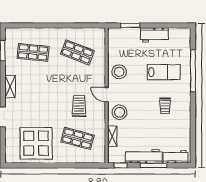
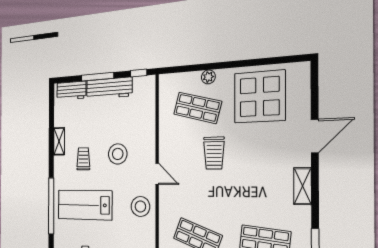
lab bench: (164, 72) -> (85, 205), width x1.36, depth x1.39
trolley: (79, 106) -> (214, 153), moved
stool: (120, 112) -> (118, 154), moved
shelving: (112, 136) -> (59, 141), moved
plant: (70, 159) -> (208, 77), added

